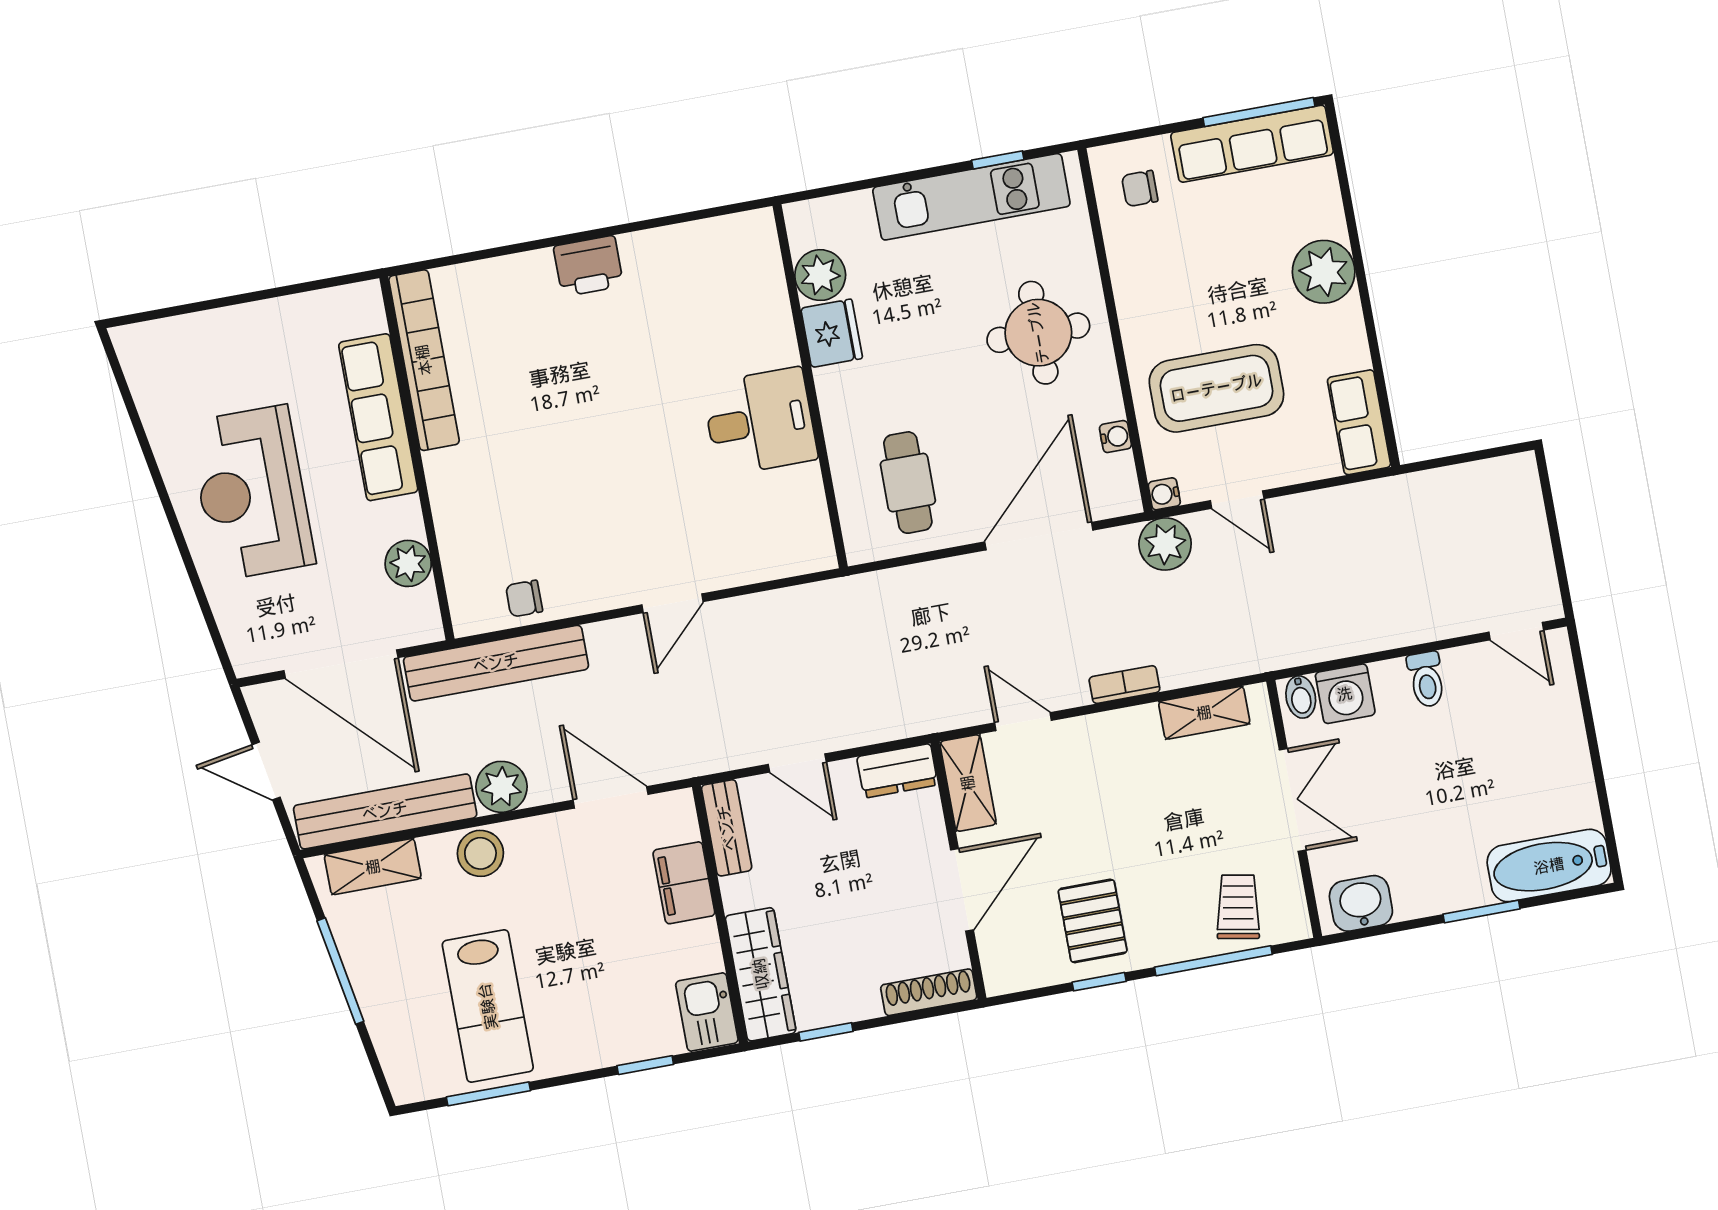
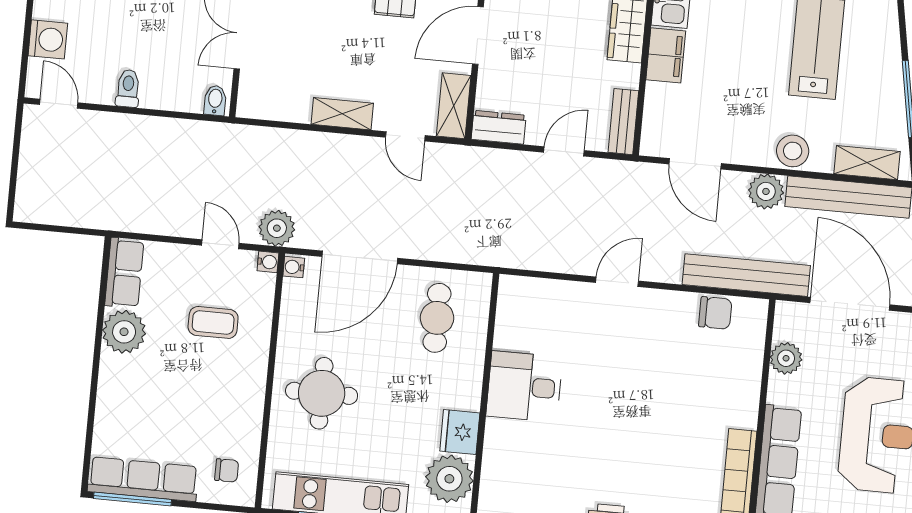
plant: (1324, 272) -> (124, 332), moved
plant: (820, 275) -> (449, 479), width x1.36, depth x1.36
coffee table: (1216, 388) -> (213, 322), width x0.54, depth x0.58
water cooler: (1115, 437) -> (294, 267), moved
chair: (524, 599) -> (715, 313), width x1.37, depth x1.37
bookcase: (1124, 685) -> (331, 142), removed
washing machine: (1345, 694) -> (48, 39), moved, turned 90
shelving: (1204, 713) -> (342, 114), moved
door: (797, 763) -> (564, 151), hinge flipped
filing cabinet: (684, 883) -> (666, 55), moved

